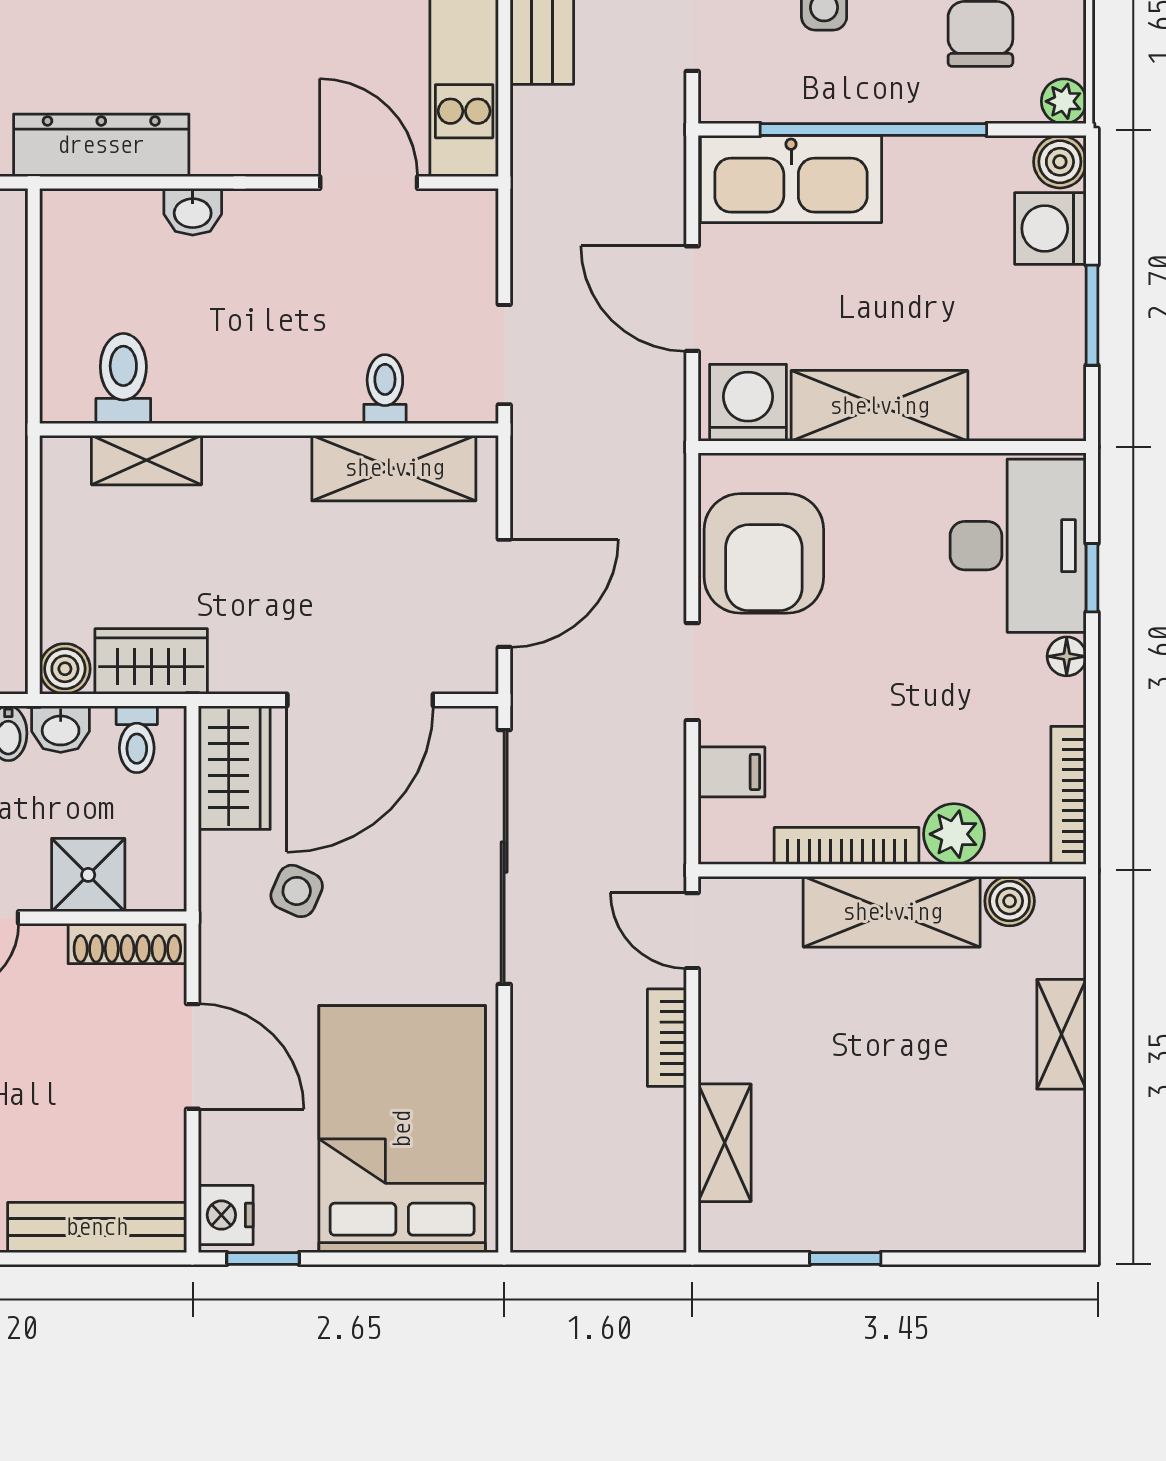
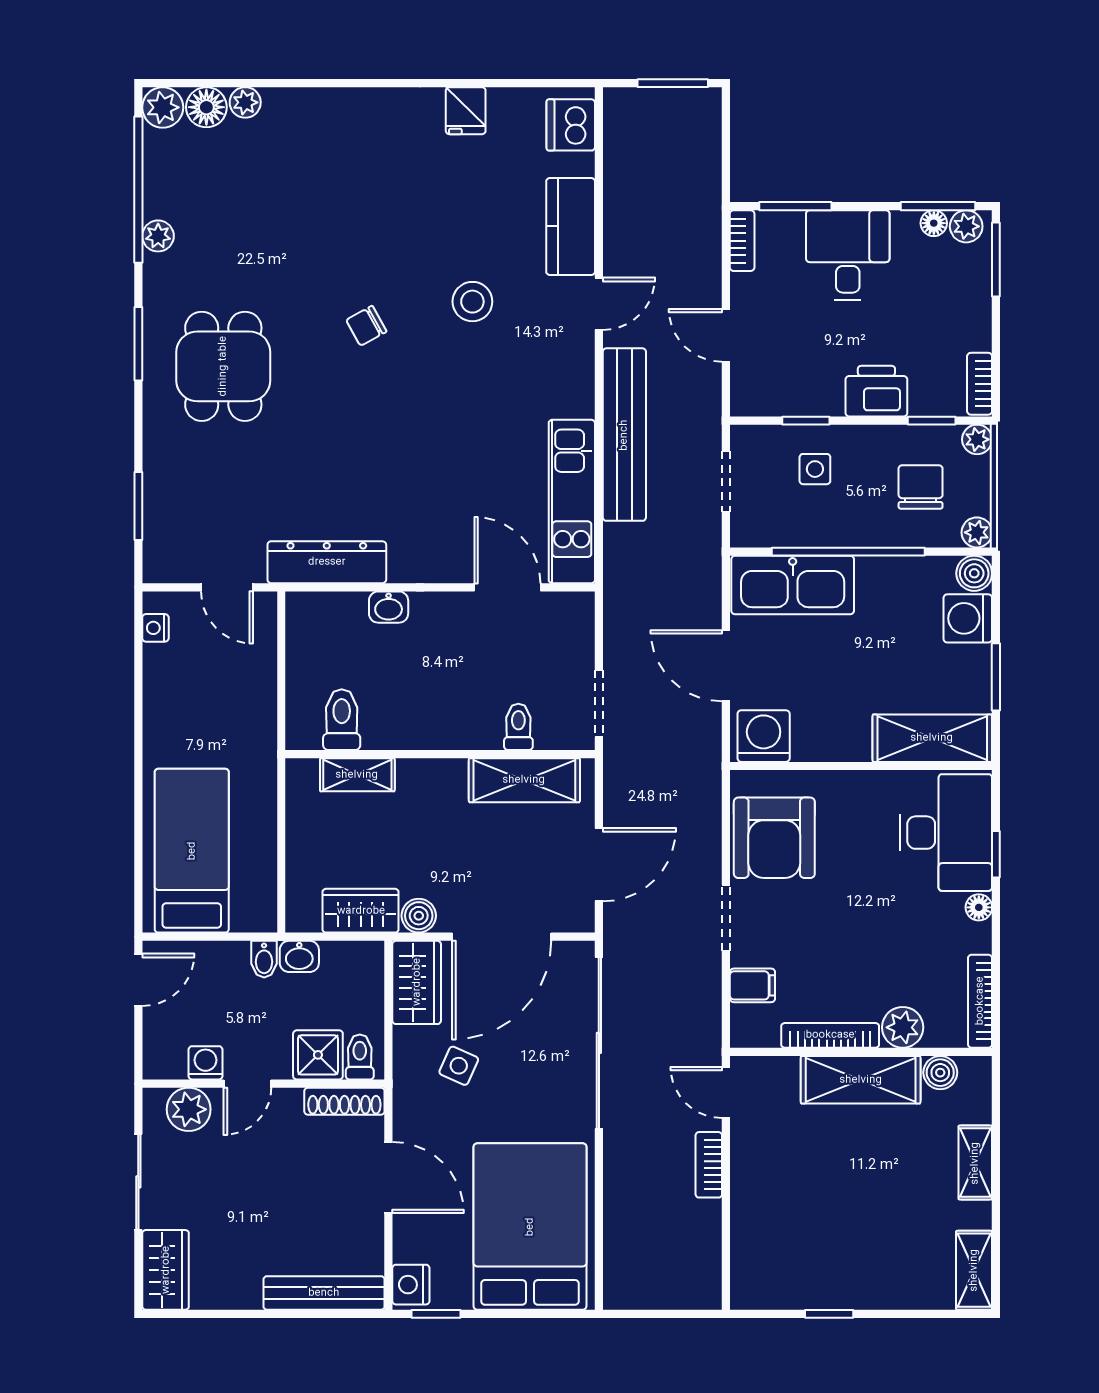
shelving: (879, 406) -> (932, 738), moved
boiler: (65, 669) -> (419, 916), moved
toilet: (137, 739) -> (360, 1057), moved, turned 180
shelving: (725, 1143) -> (974, 1270), moved

